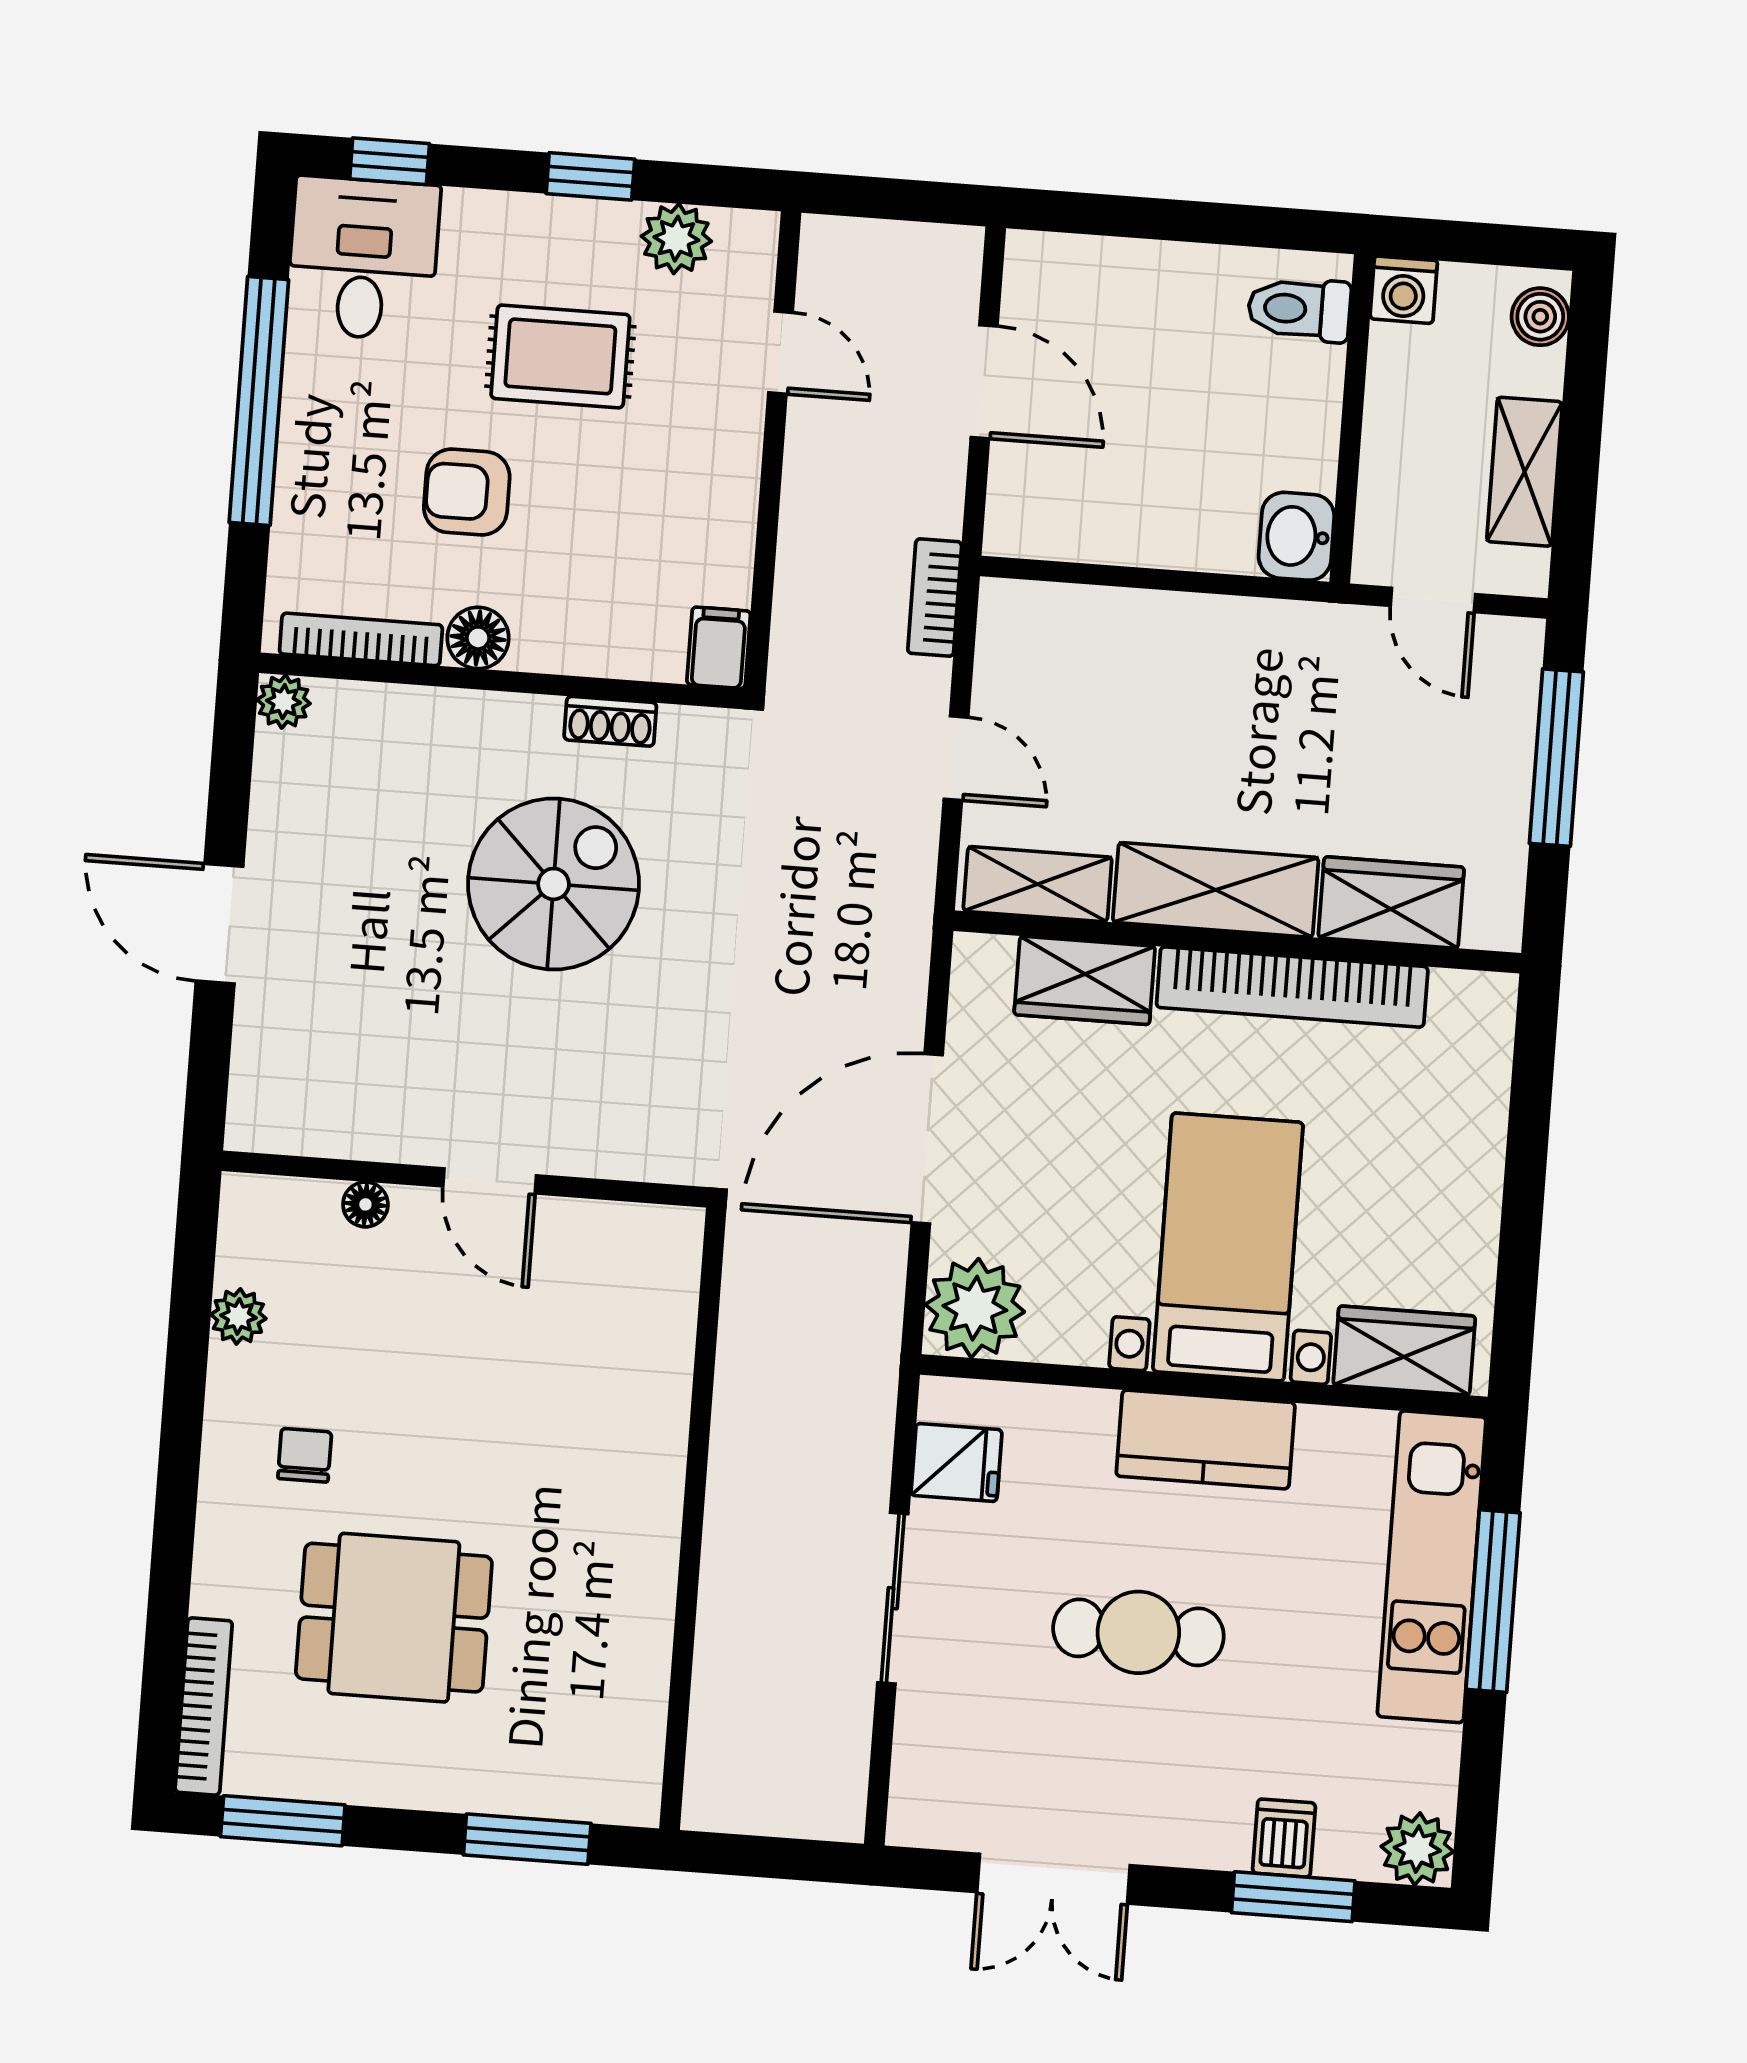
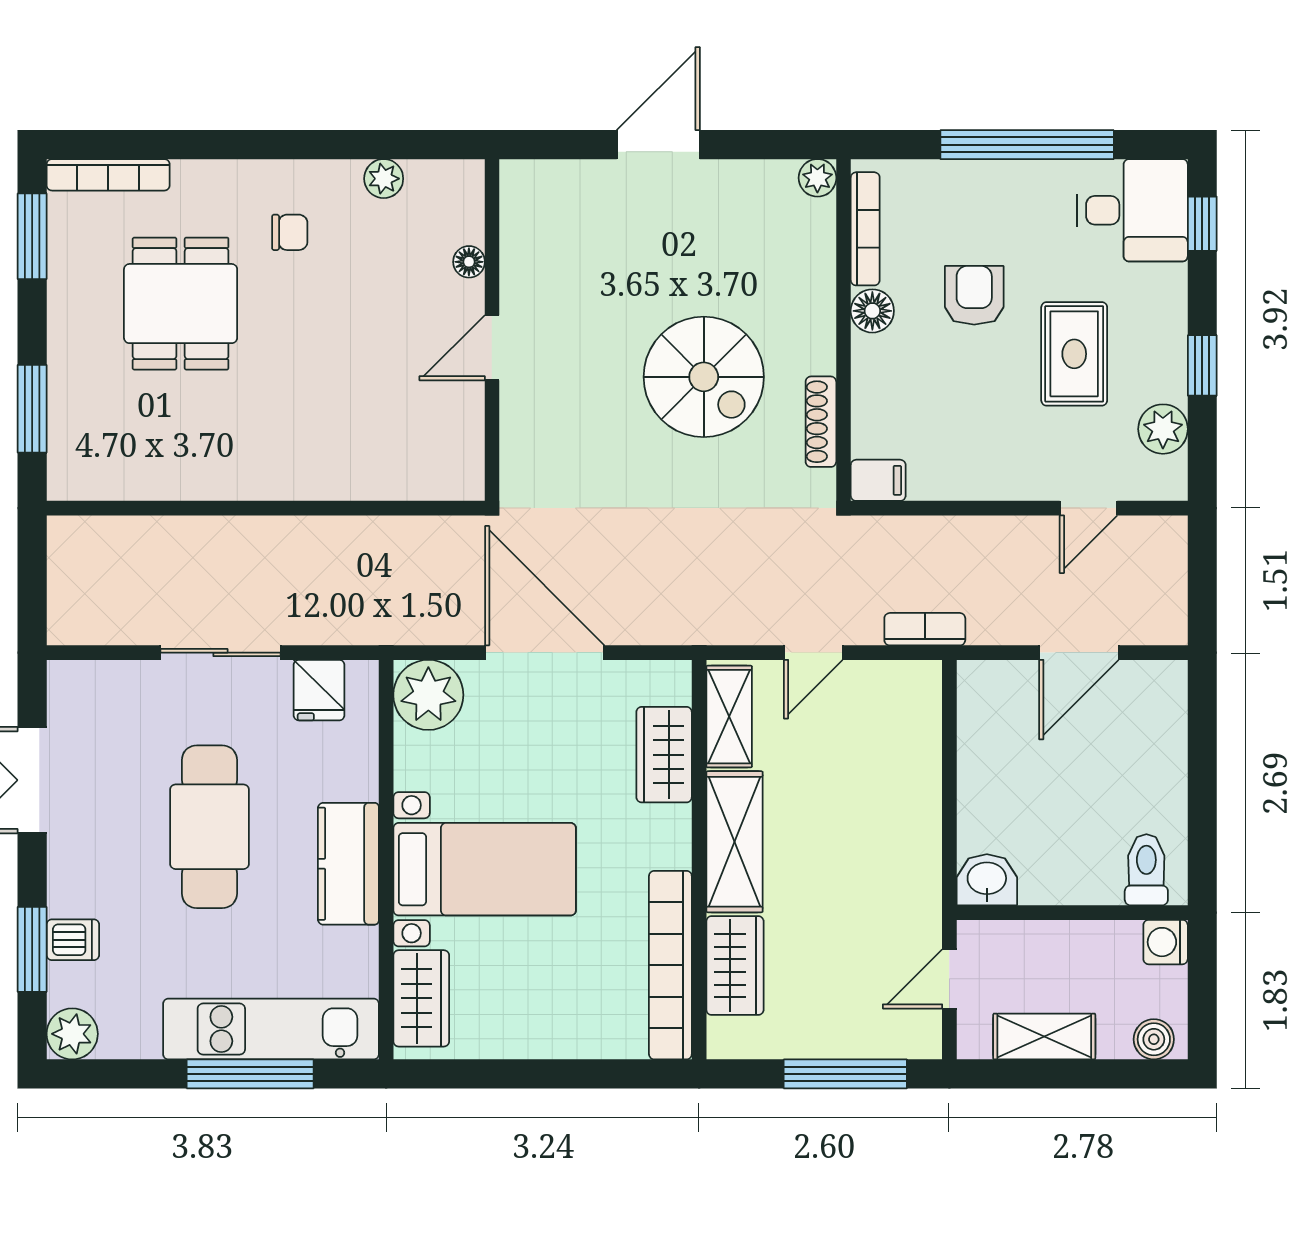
shoe rack: (610, 721) -> (821, 422), width x1.43
bookcase: (1292, 987) -> (670, 965), moved
cafe table: (1138, 1632) -> (209, 827), width x1.37, depth x1.35

